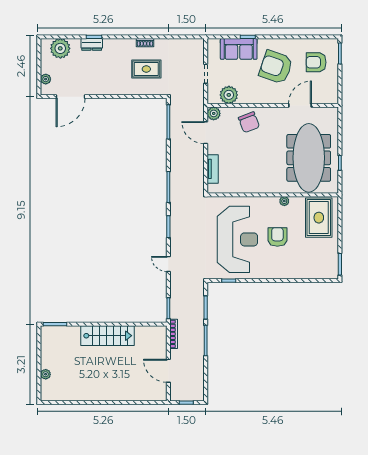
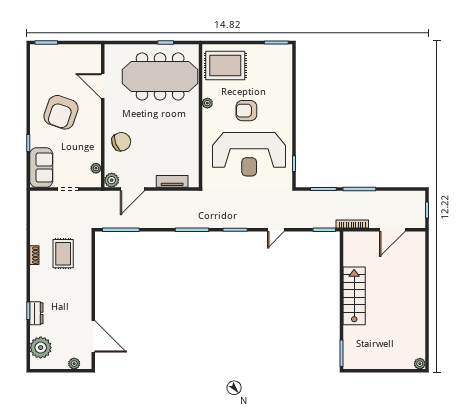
sofa: (239, 49) -> (41, 167), moved
armchair: (316, 62) -> (56, 68), removed
plant: (229, 95) -> (96, 168), width x0.53, depth x0.53
reception desk: (237, 239) -> (249, 154), turned 180
plant: (46, 374) -> (420, 364), moved

